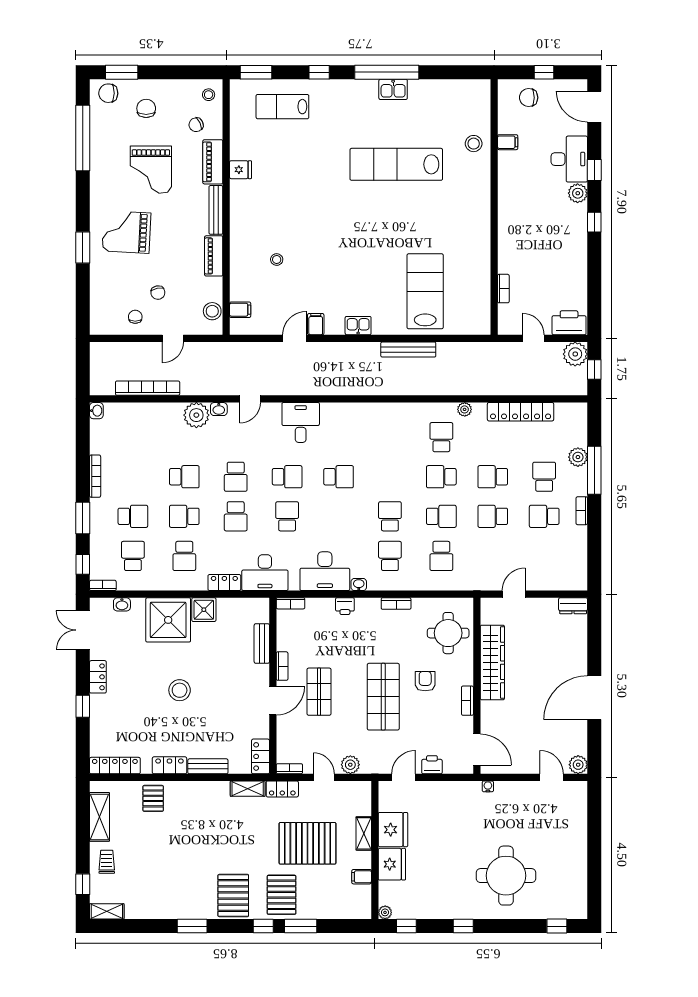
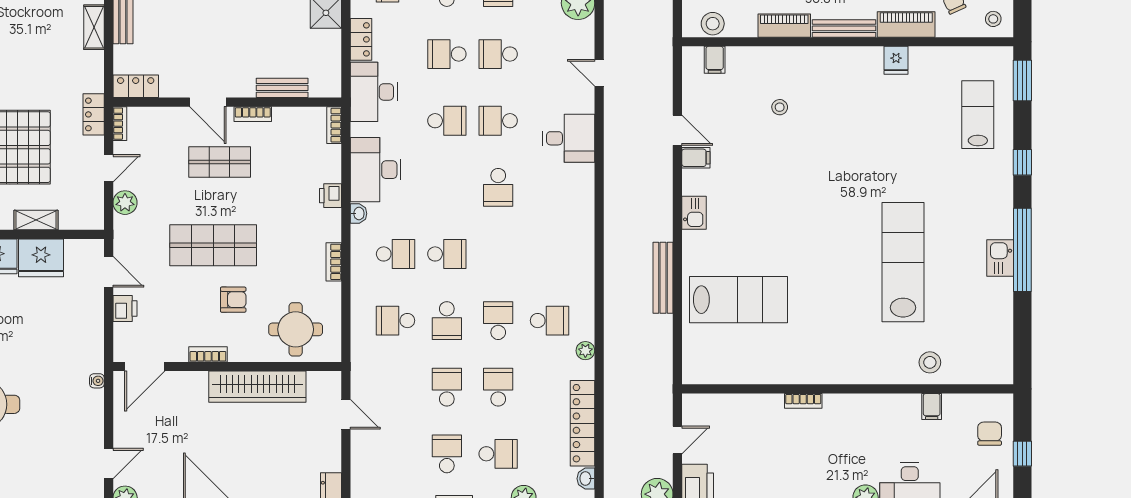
bookcase: (503, 289) -> (803, 401), moved
washbasin: (219, 409) -> (586, 479), moved
school desk: (287, 477) -> (498, 121), turned 90
shelving: (248, 789) -> (94, 27), moved

